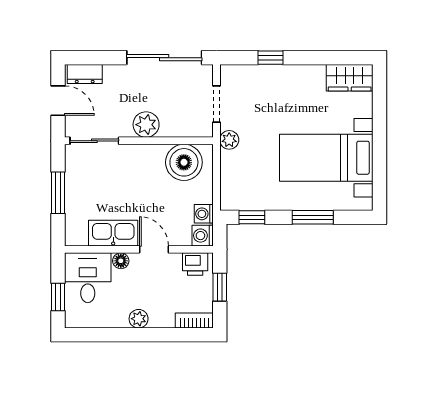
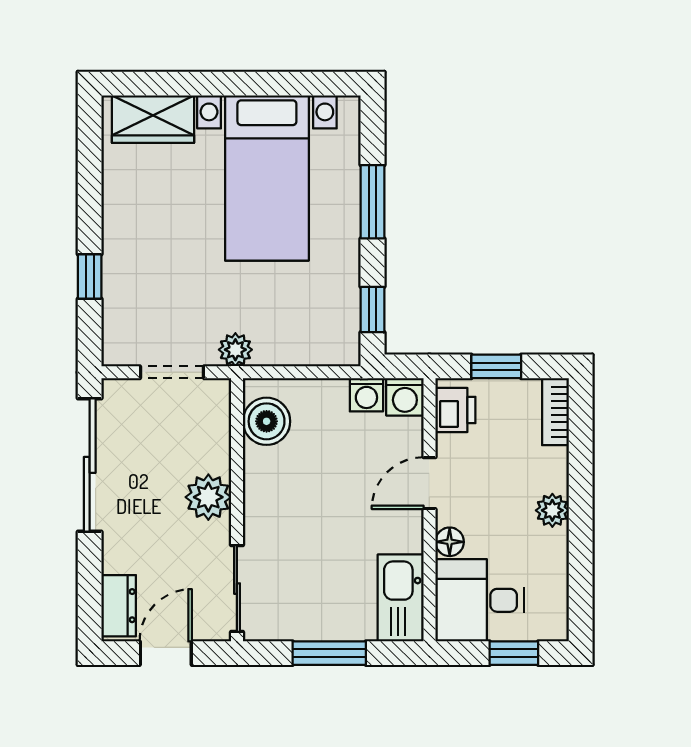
wardrobe: (350, 78) -> (153, 119), moved, turned 90
boiler: (184, 162) -> (267, 421), width x0.73, depth x0.73
kitchen sink: (113, 233) -> (401, 598), moved

